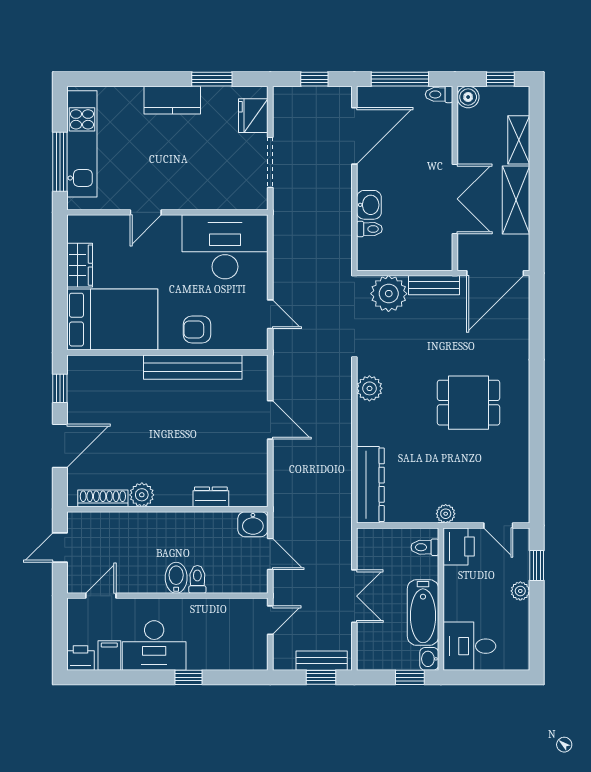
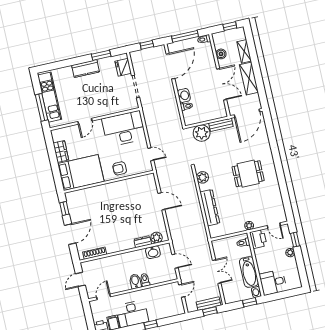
boiler: (468, 97) -> (221, 54), moved
bench: (193, 367) -> (122, 186), removed
dresser: (370, 485) -> (210, 208), moved
plant: (142, 495) -> (157, 238), moved
washbasin: (253, 524) -> (153, 252), moved

